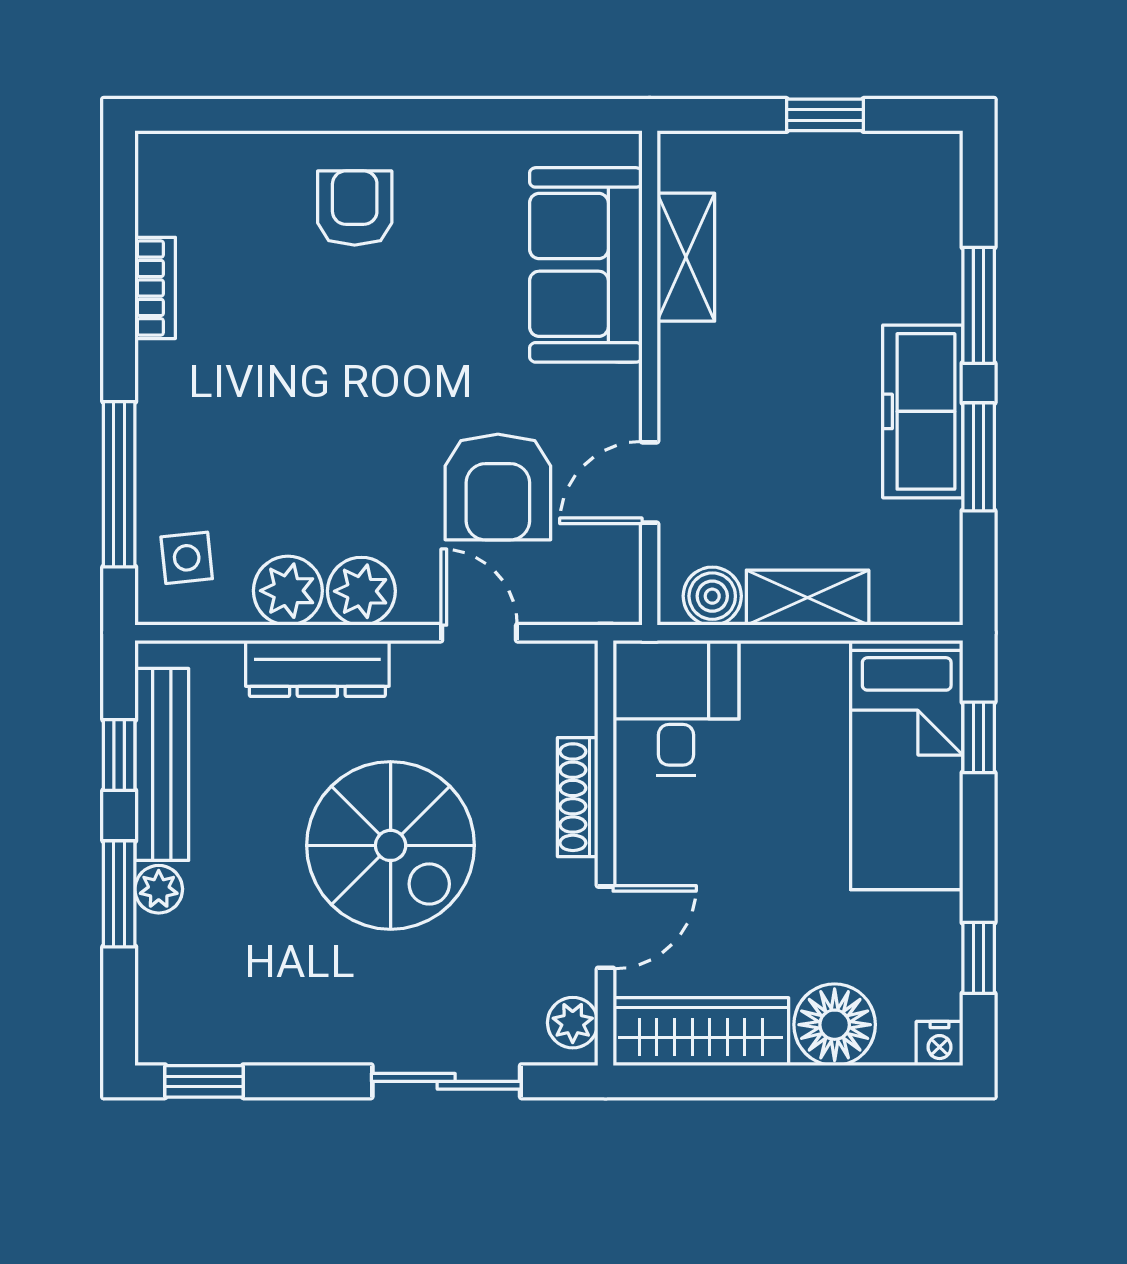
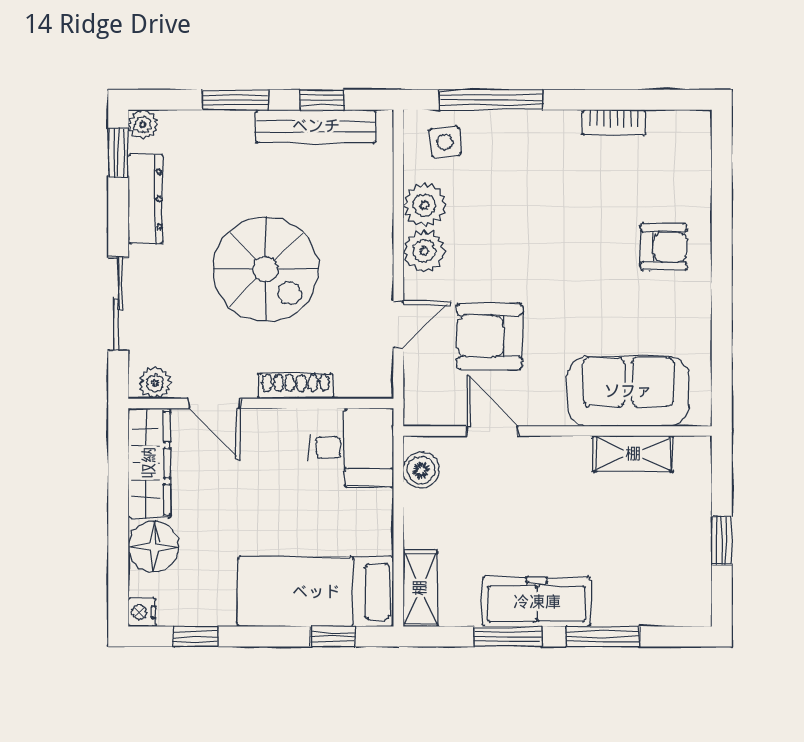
shelving: (808, 598) -> (420, 588), moved
dresser: (317, 668) -> (146, 199), moved, turned 180
spiral stairs: (391, 845) -> (266, 269), turned -90
plant: (159, 889) -> (143, 124), moved

